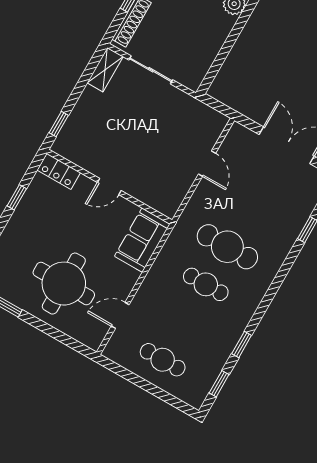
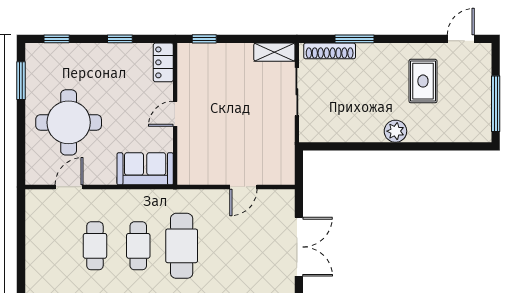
door: (109, 187) -> (175, 114), hinge flipped
door: (120, 315) -> (69, 187), hinge flipped
cafe table: (163, 360) -> (95, 246), moved

